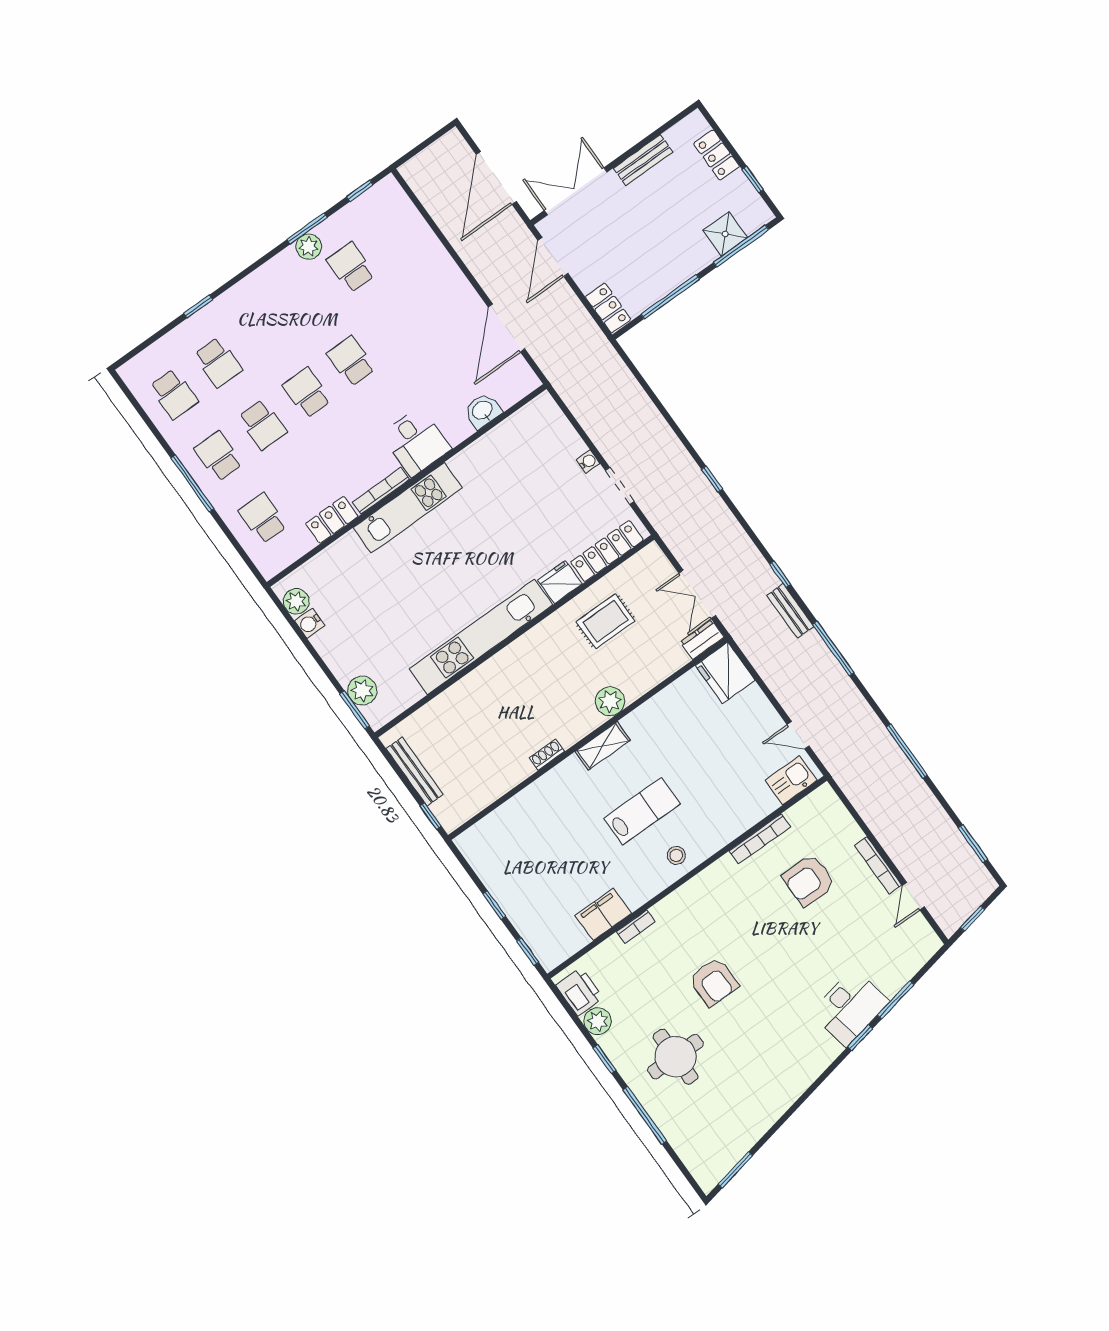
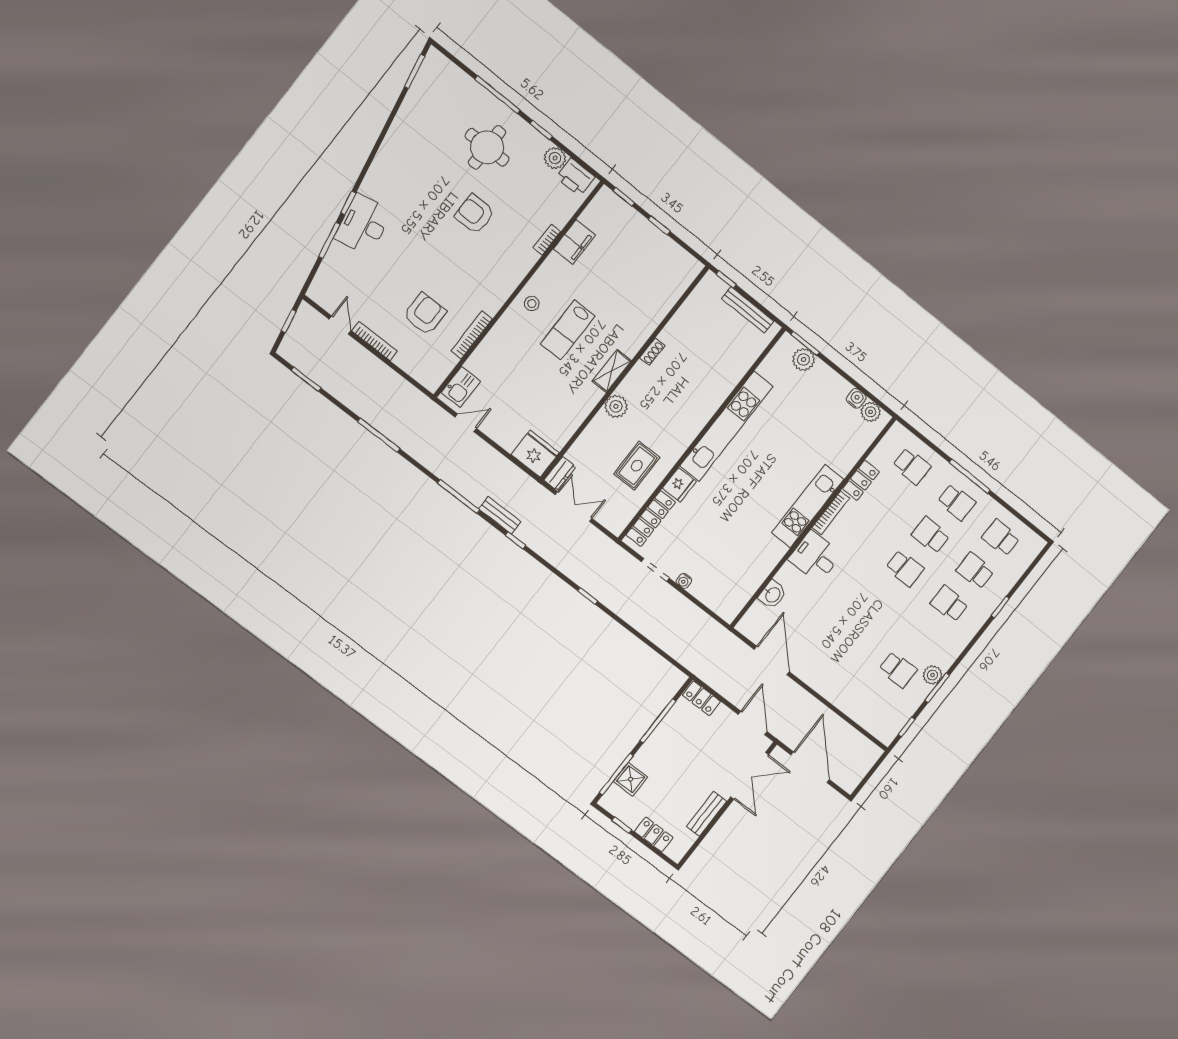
school desk: (351, 361) -> (949, 604), moved, turned 180

